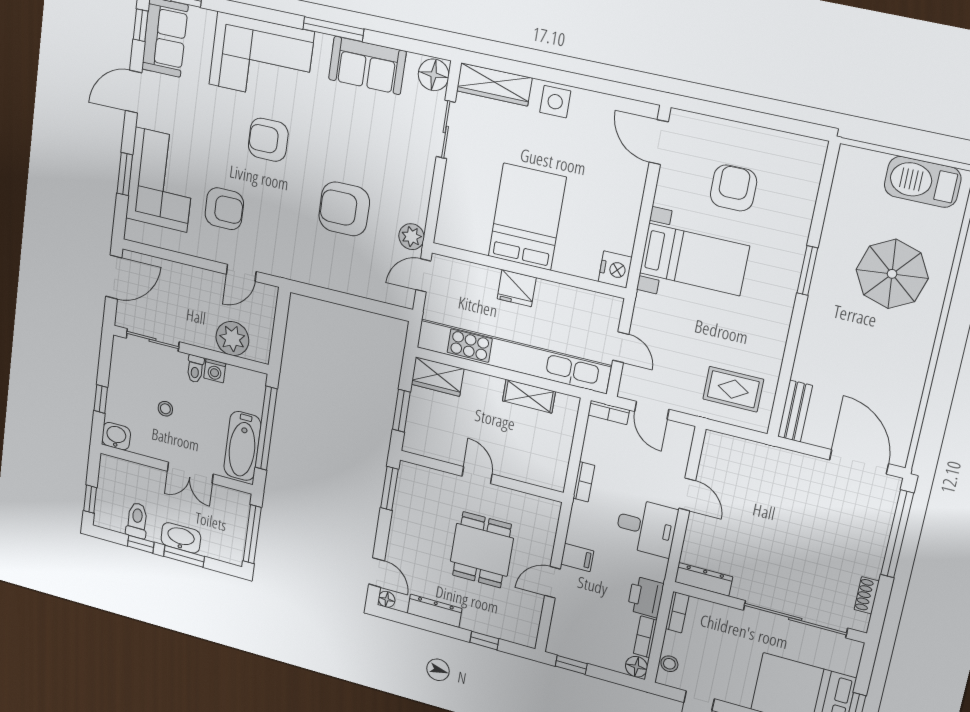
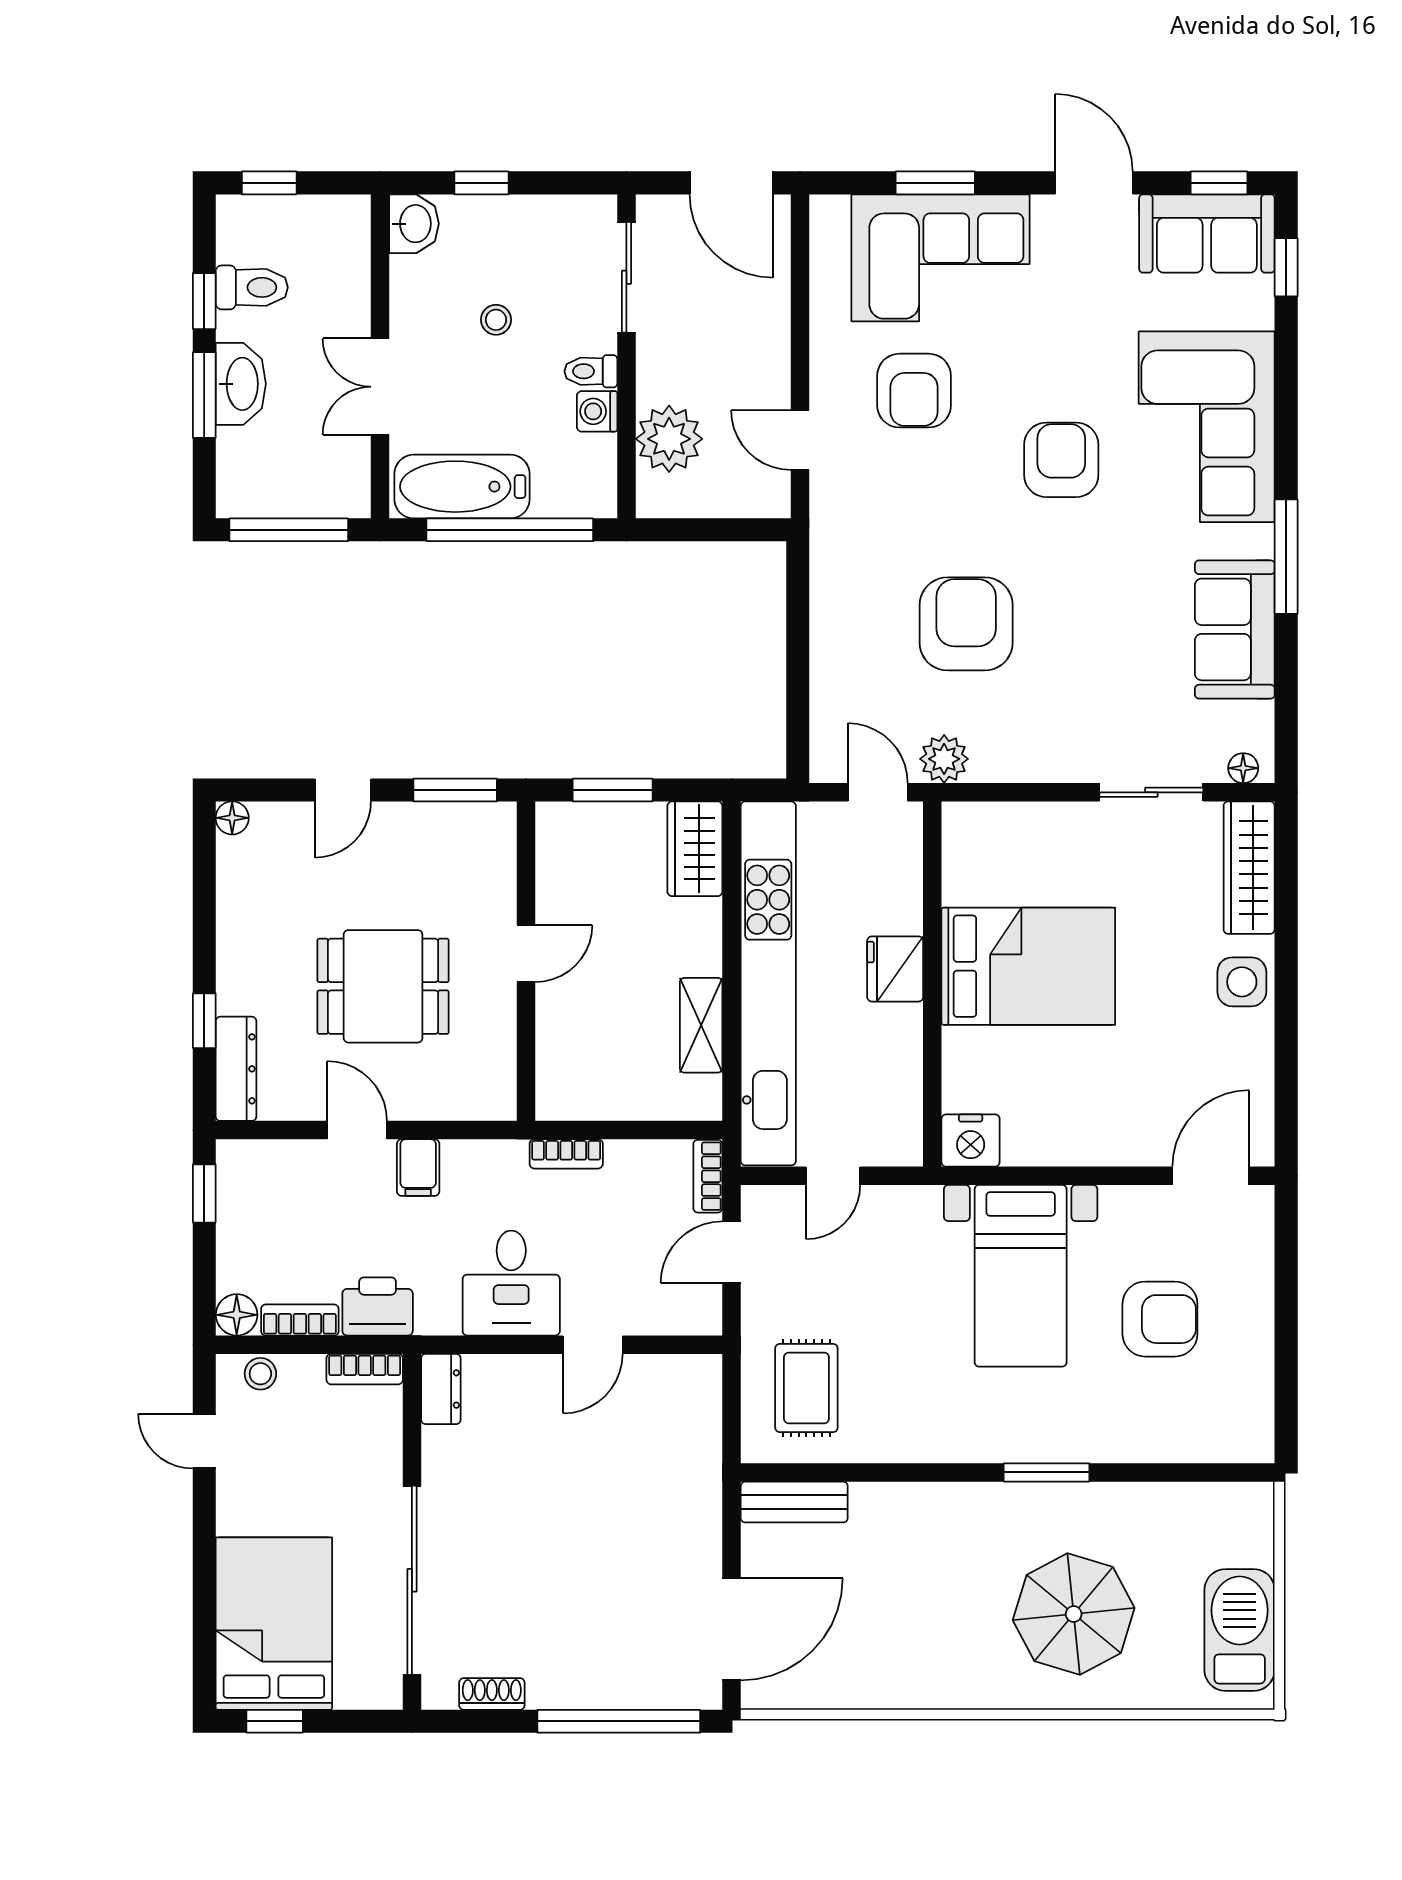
floor lamp: (434, 75) -> (1243, 768), width x0.53, depth x0.53
door: (377, 572) -> (343, 790), moved
dresser: (704, 579) -> (441, 1389), width x0.70
dresser: (435, 611) -> (236, 1069), moved

